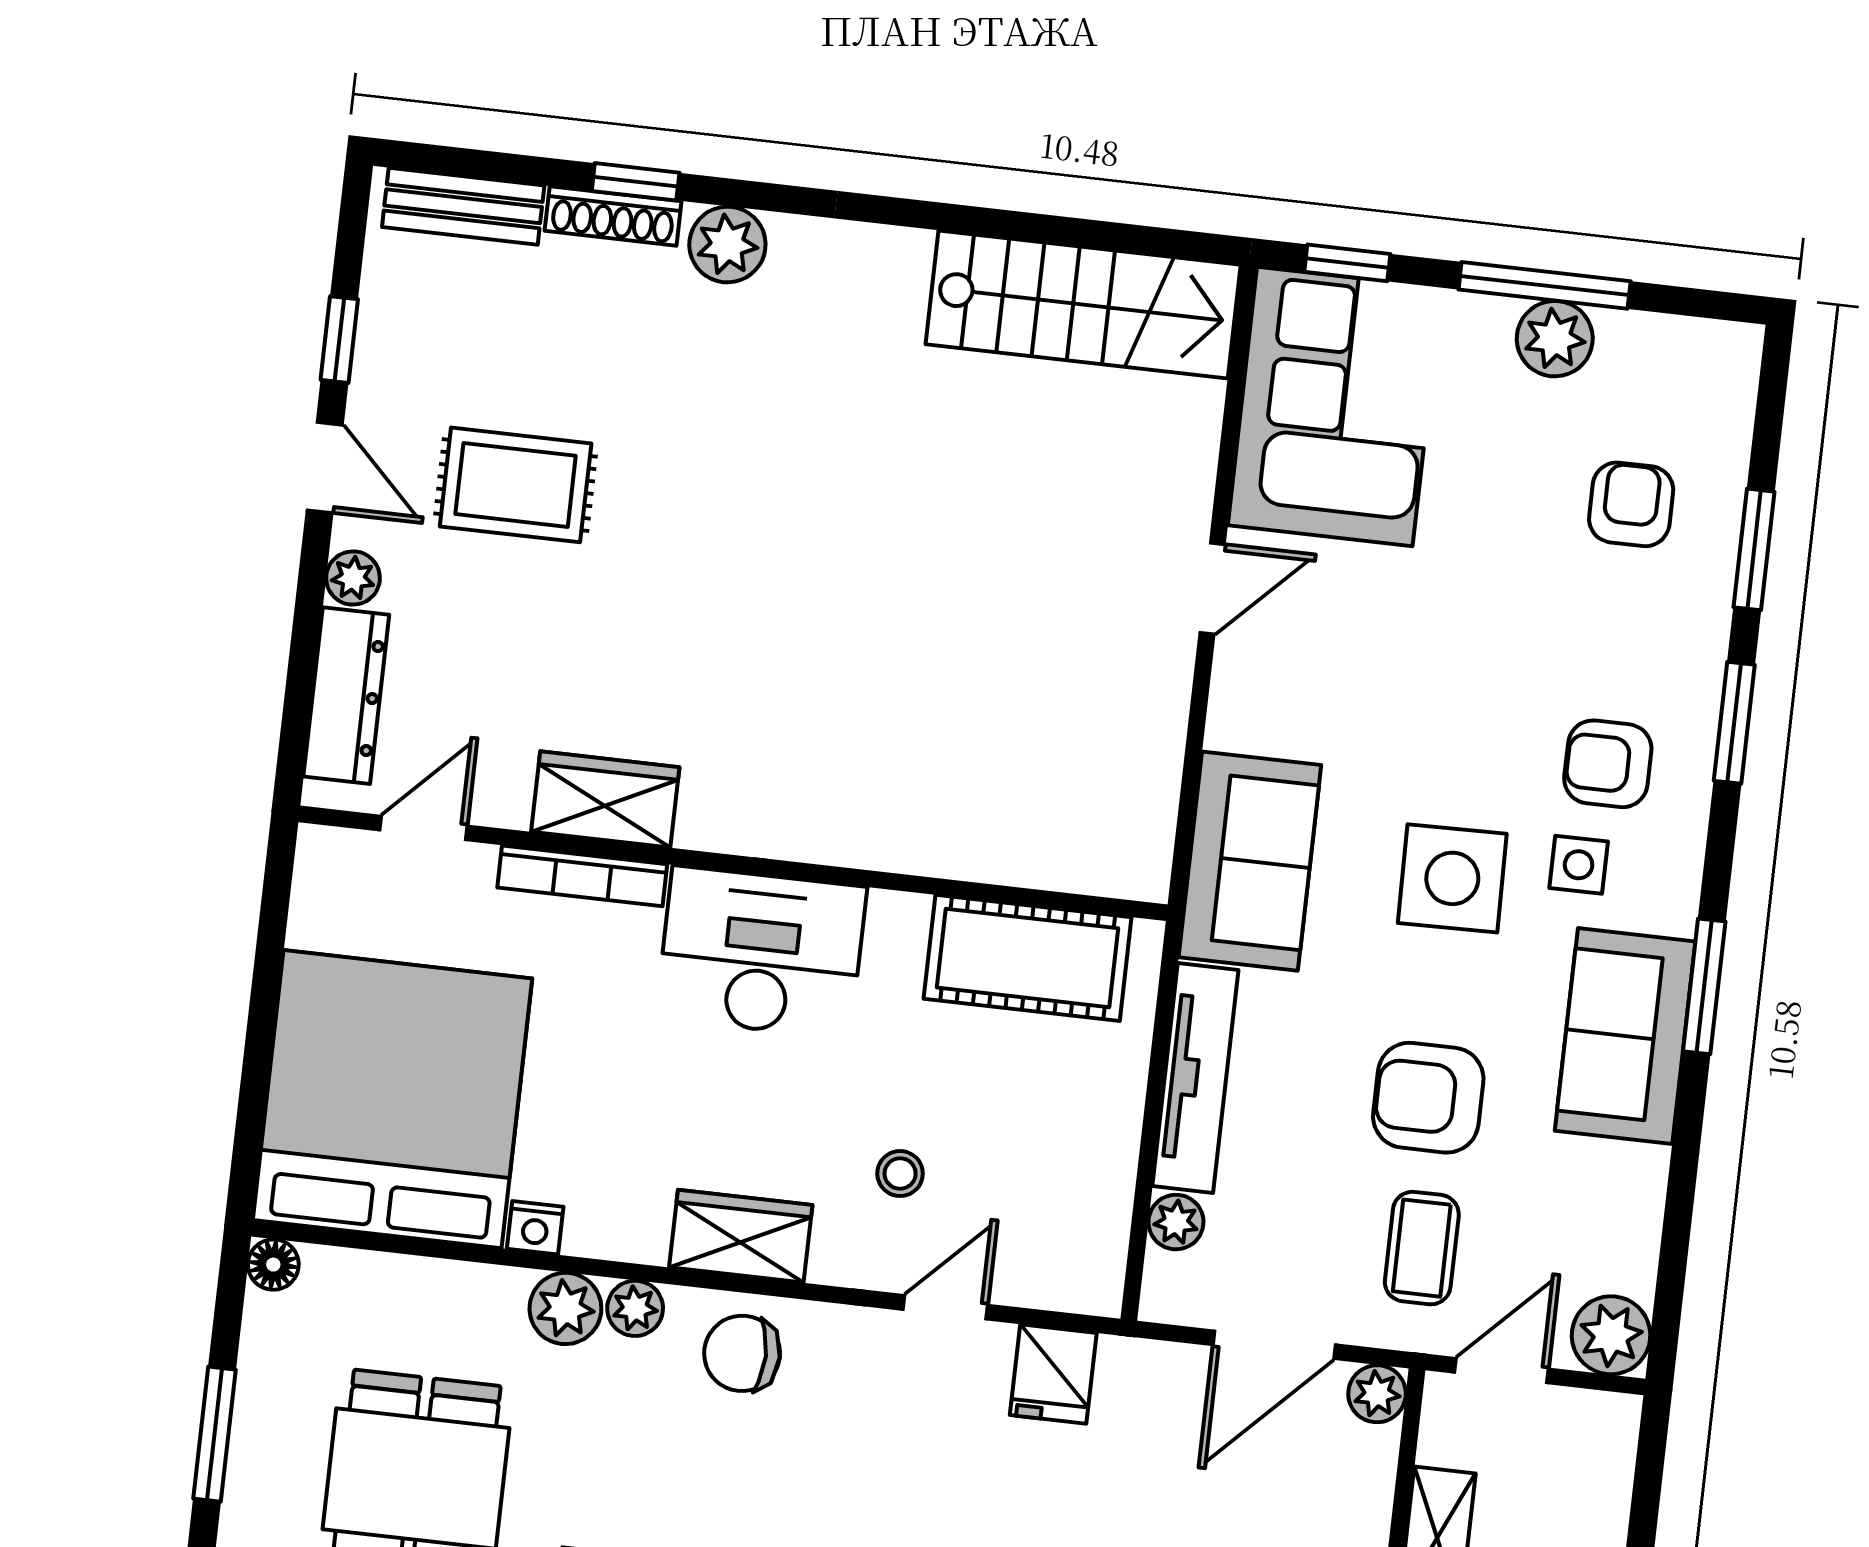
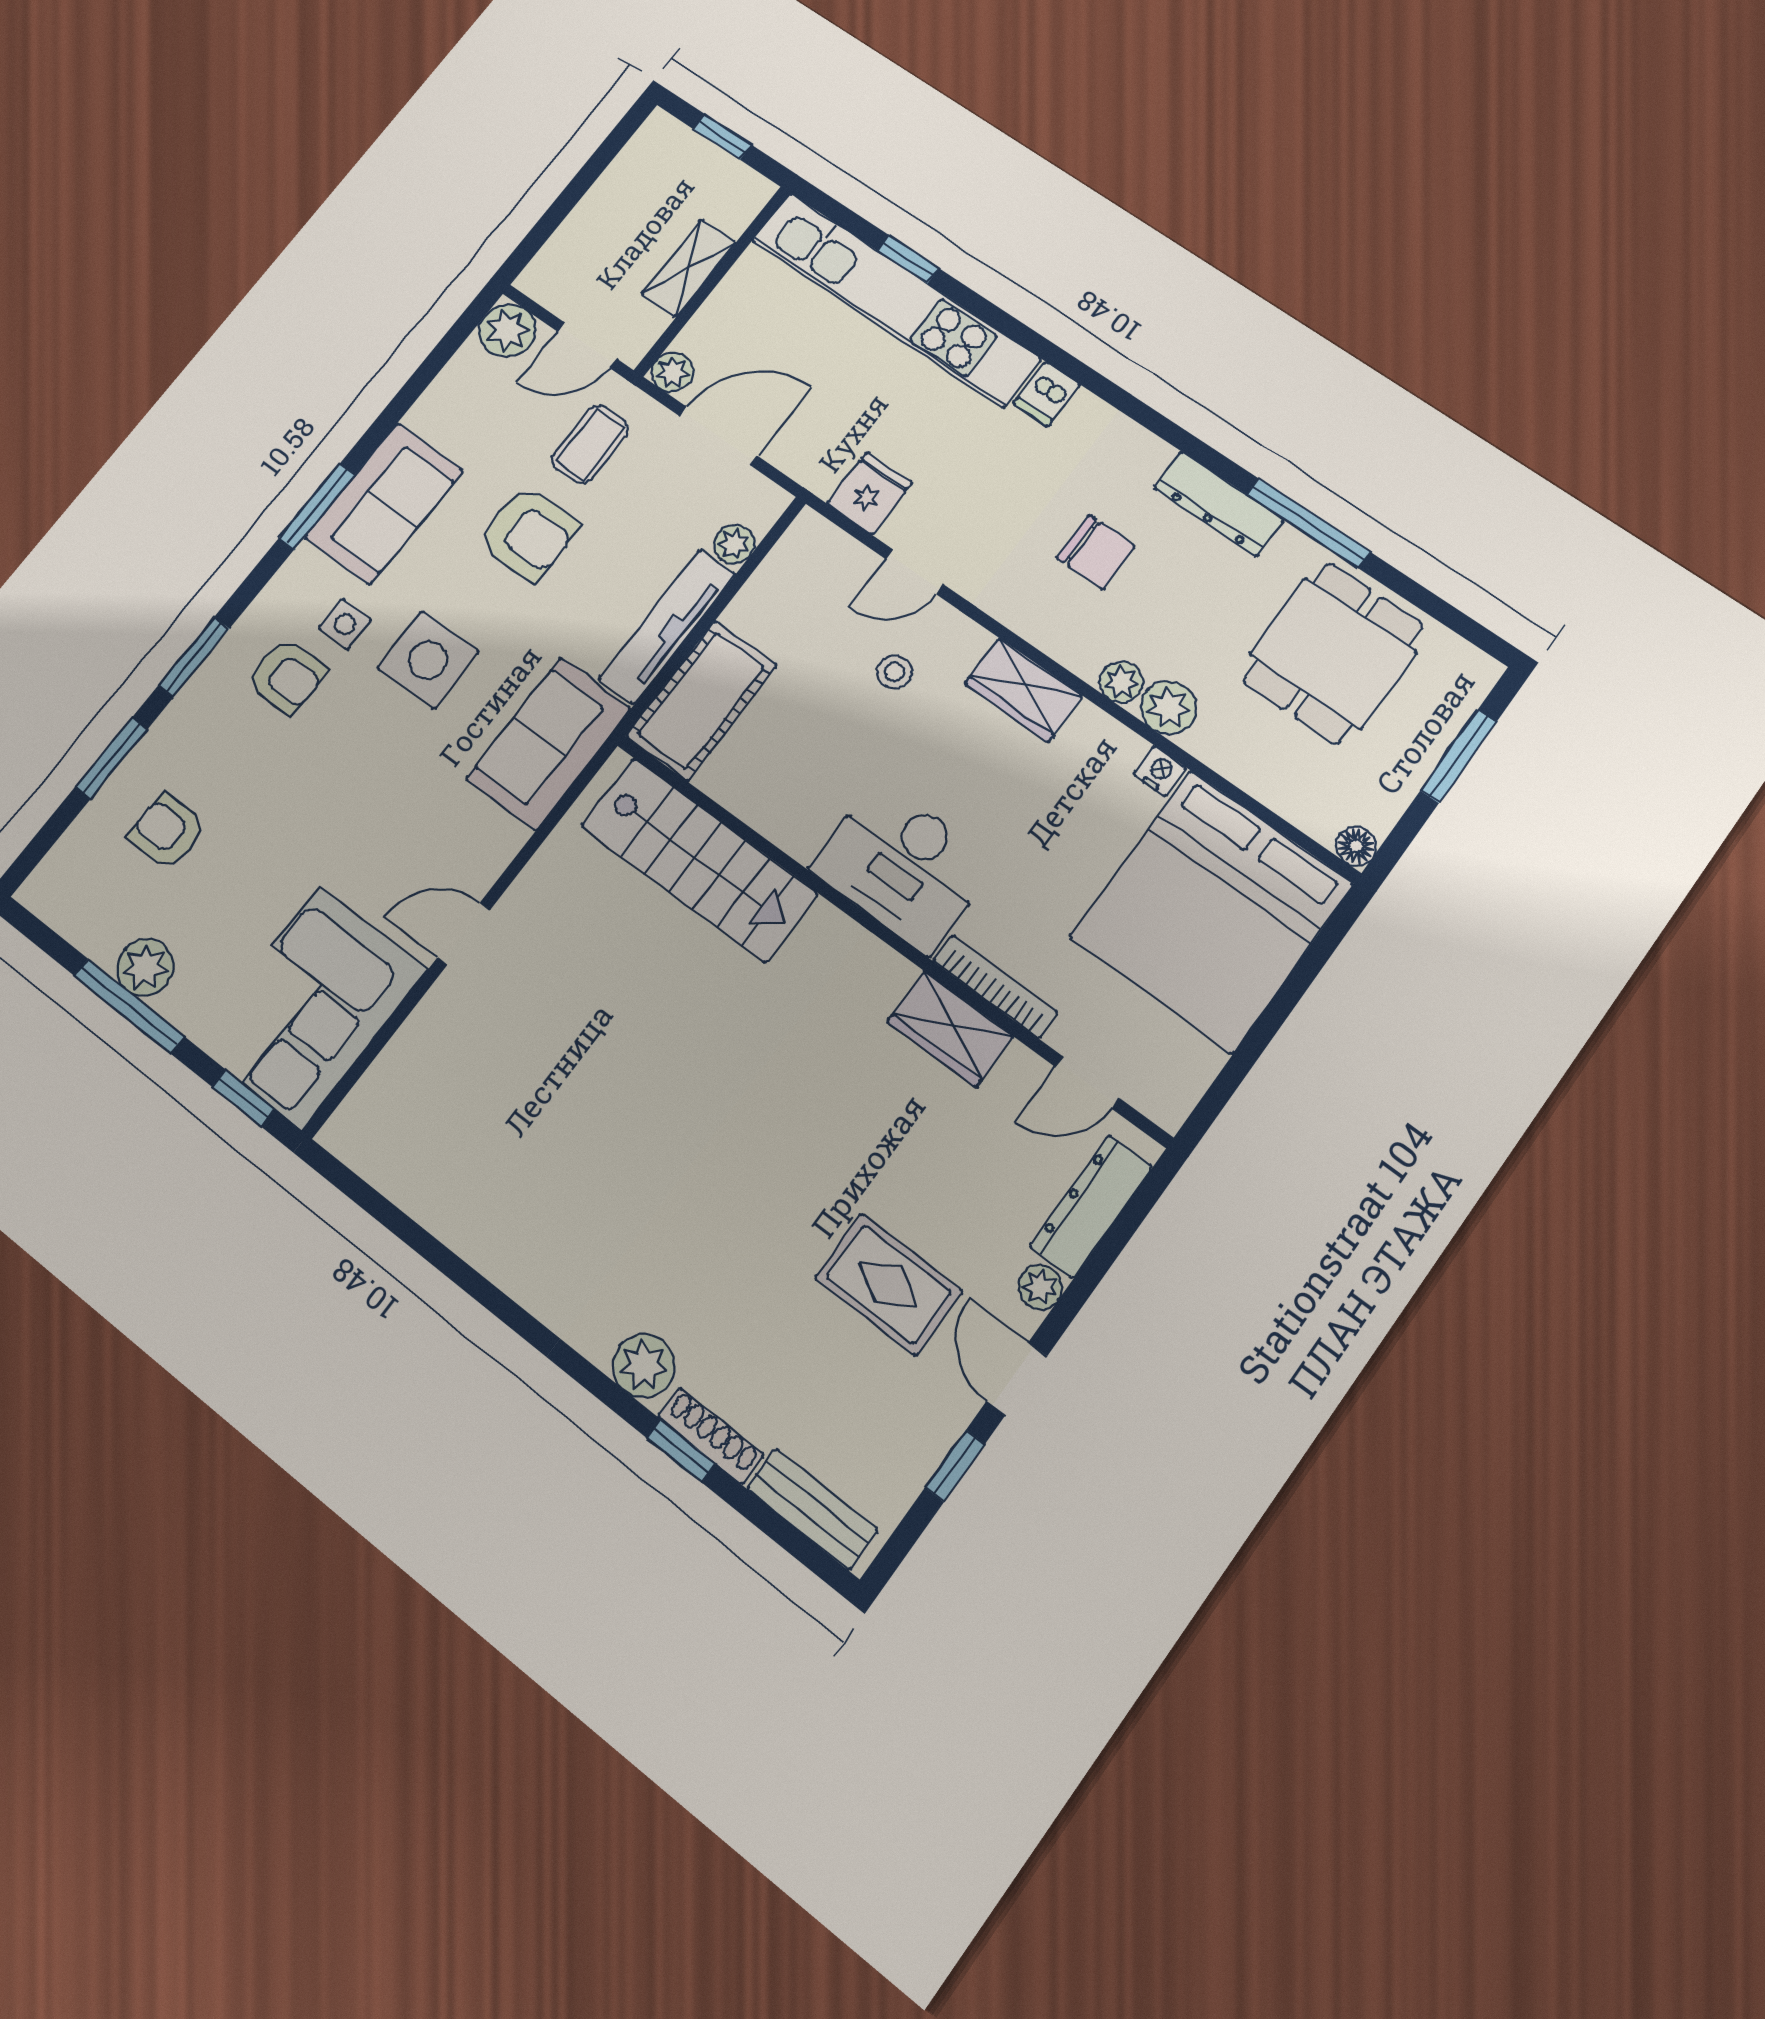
stairs: (1083, 305) -> (699, 859), moved, turned 180
armchair: (1631, 504) -> (167, 831), turned 90
cot: (1028, 958) -> (701, 701), moved, turned 90
chair: (742, 1353) -> (1096, 552), moved

